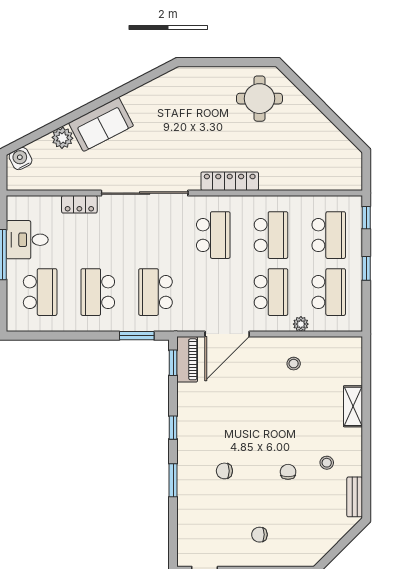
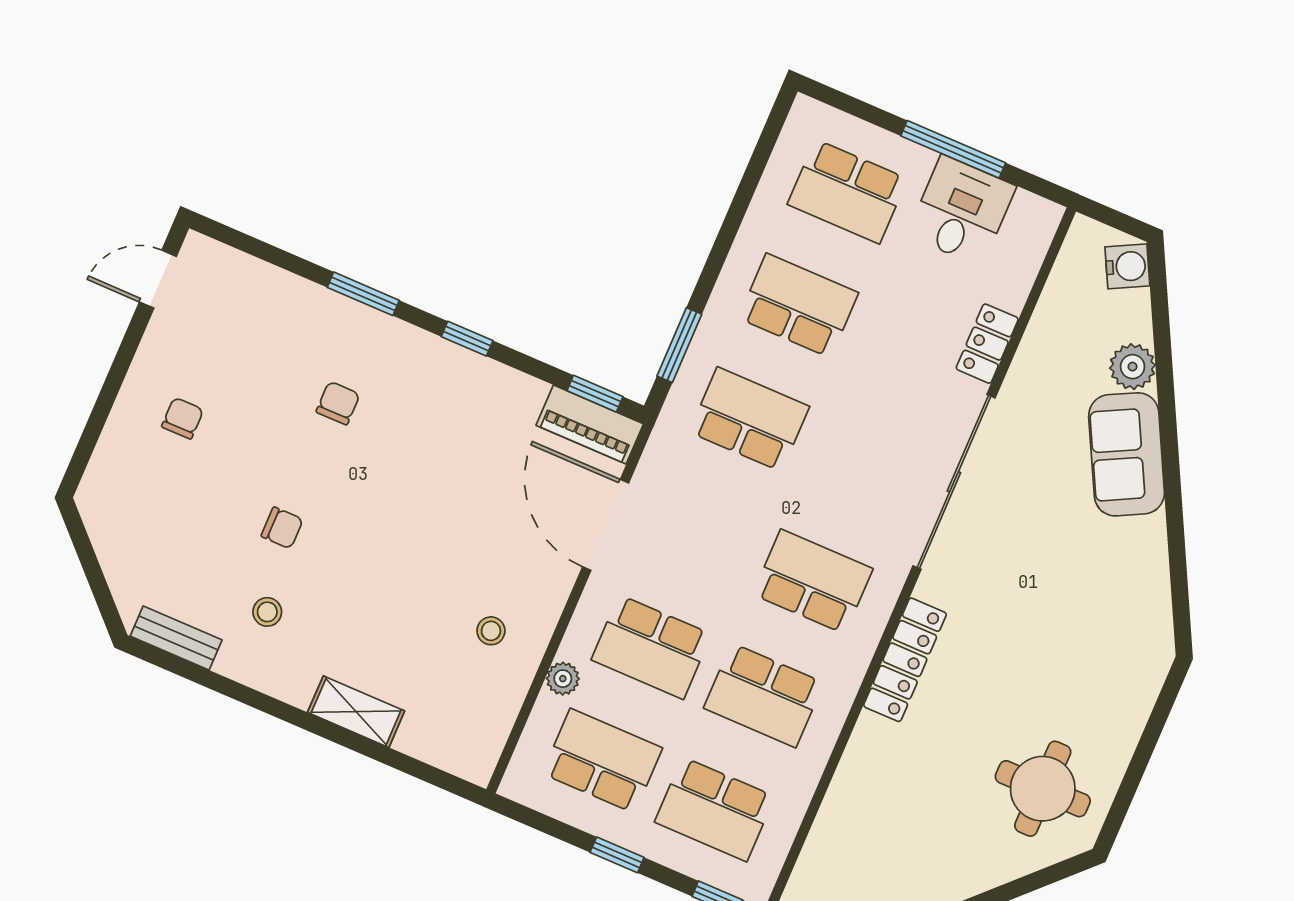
school desk: (213, 235) -> (813, 582), turned 180
school desk: (329, 292) -> (602, 761), turned 180

